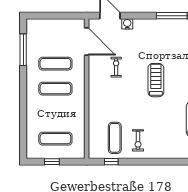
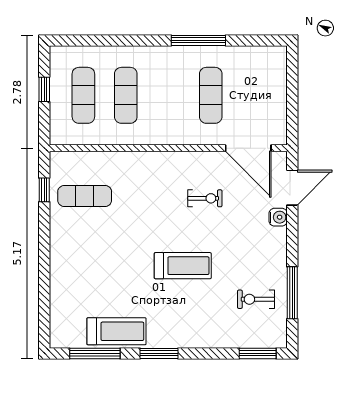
door: (87, 41) -> (248, 148), hinge flipped
window: (23, 50) -> (198, 40), moved
exercise mat: (55, 89) -> (126, 95), moved
exercise bike: (138, 140) -> (256, 299), moved

